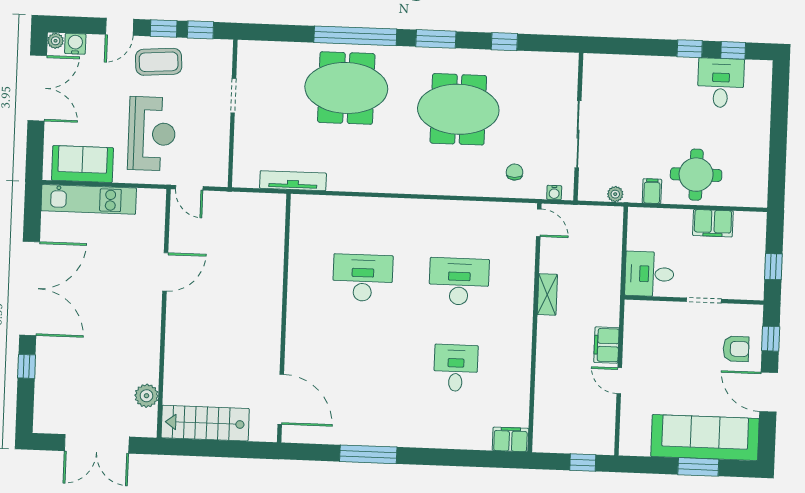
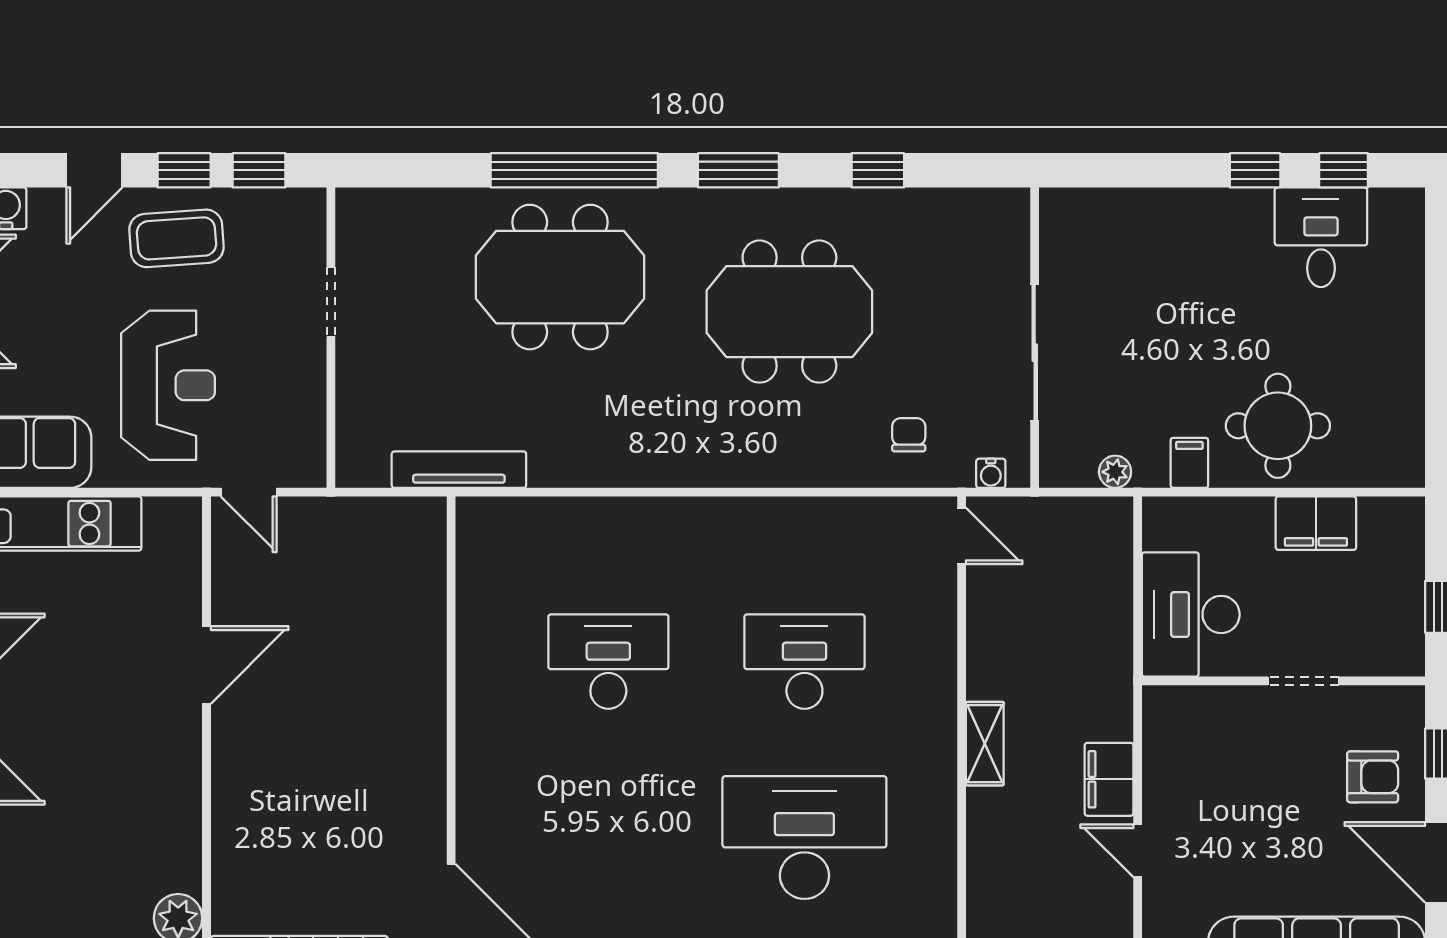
desk: (649, 274) -> (1191, 614), width x1.37
shelving: (547, 294) -> (985, 744), moved
desk: (456, 368) -> (804, 838), width x1.87, depth x1.30

